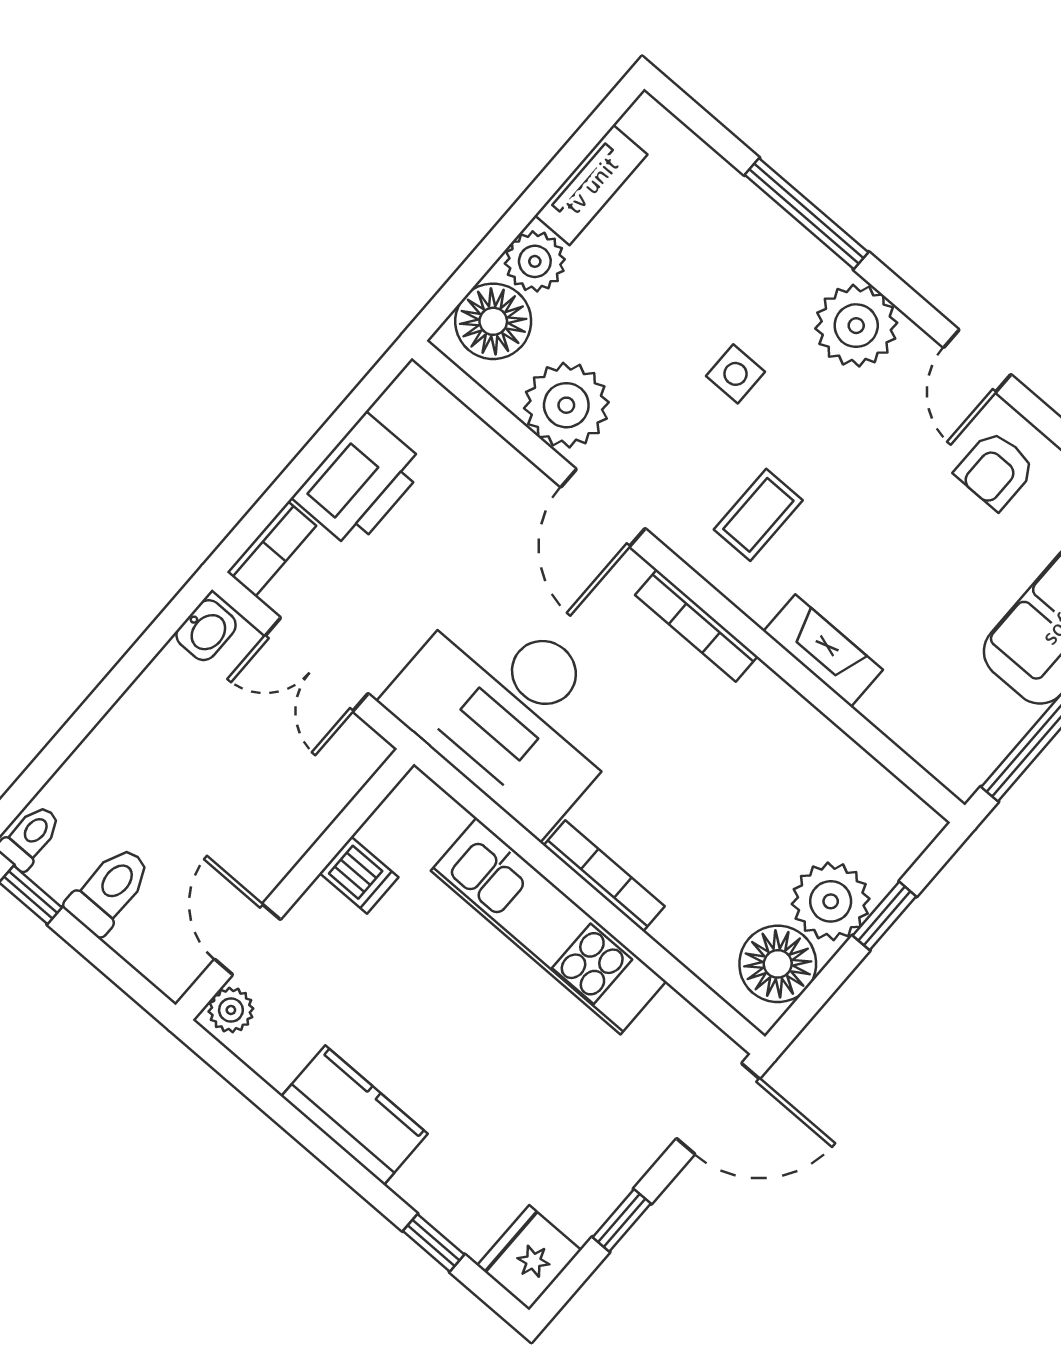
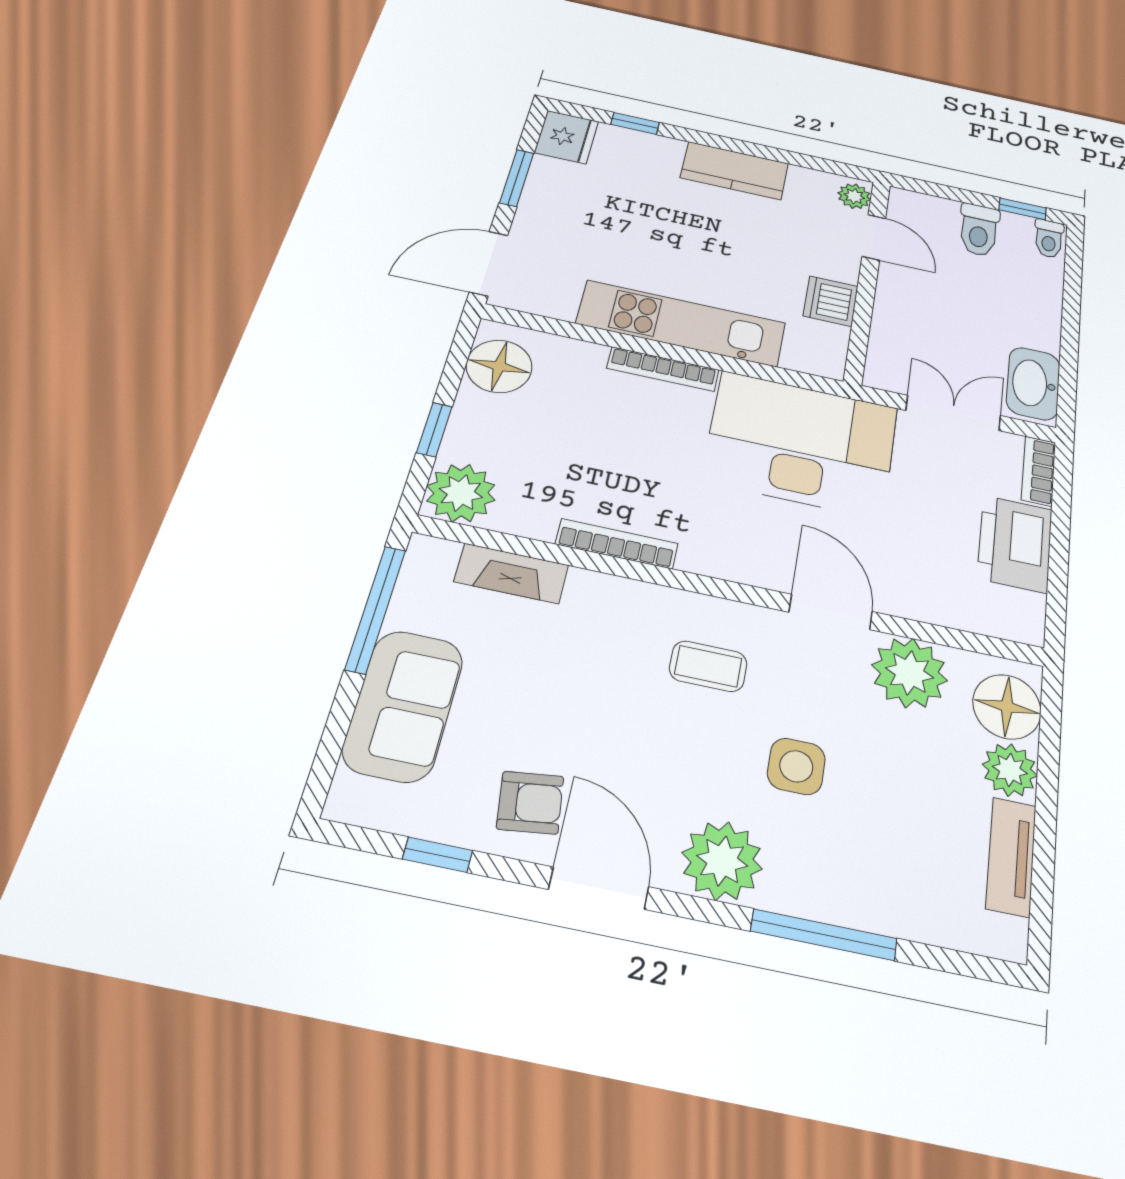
door: (977, 361) -> (599, 888), width x1.38
side table: (735, 374) -> (796, 766), width x1.37, depth x1.37
armchair: (995, 470) -> (530, 803), turned 83
coffee table: (758, 515) -> (708, 666), turned 90
bookcase: (696, 626) -> (617, 544), moved
washbasin: (206, 630) -> (1033, 383), width x1.91, depth x1.45
fireplace: (823, 651) -> (511, 573), moved
dishwasher: (359, 875) -> (831, 301), width x1.38
plant: (831, 901) -> (461, 493), moved
window: (622, 1220) -> (517, 178), width x1.50

